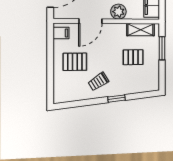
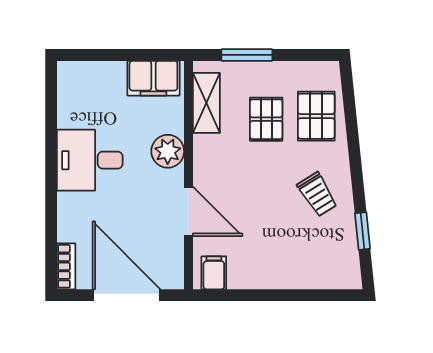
pallet: (75, 62) -> (316, 116), moved
window: (117, 99) -> (362, 231), moved

